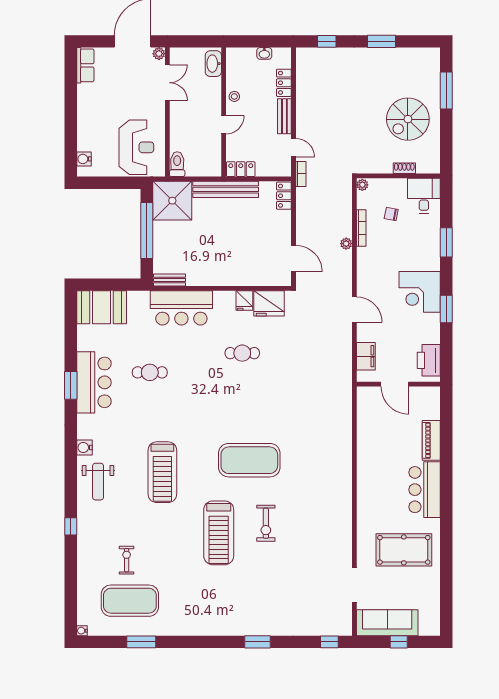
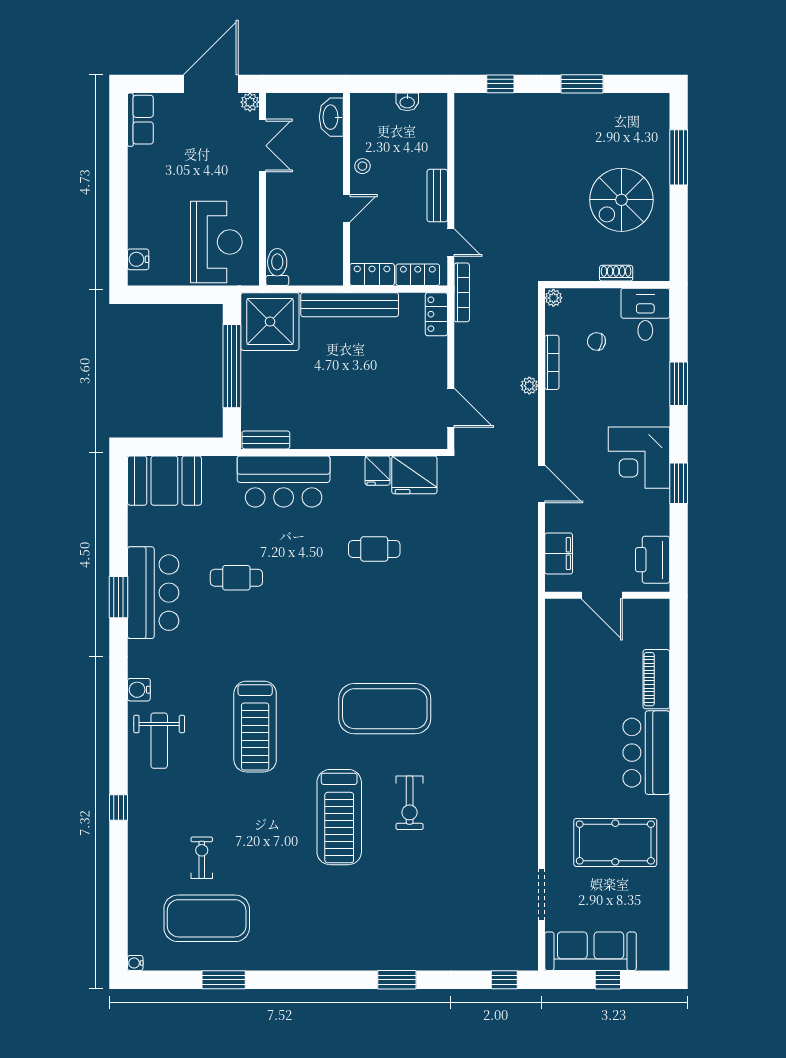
locker: (284, 83) -> (418, 275), moved, turned 90
bookcase: (301, 174) -> (462, 292), width x1.56

